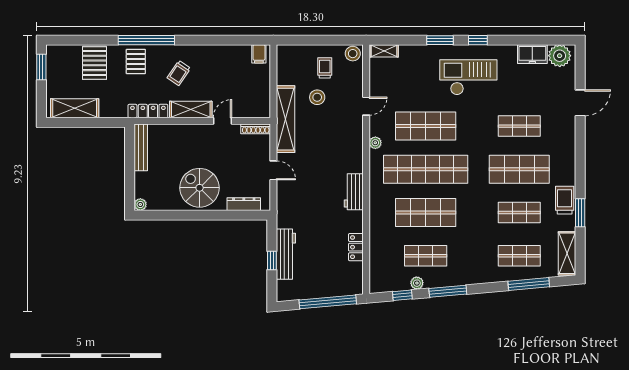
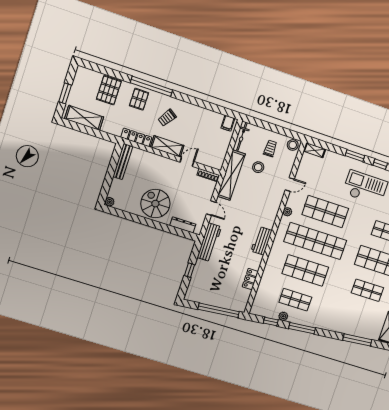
bicycle: (283, 65) -> (242, 136), added
window: (41, 67) -> (65, 93), moved
workbench: (286, 254) -> (209, 242), moved
shop shelf: (519, 256) -> (357, 319), removed

